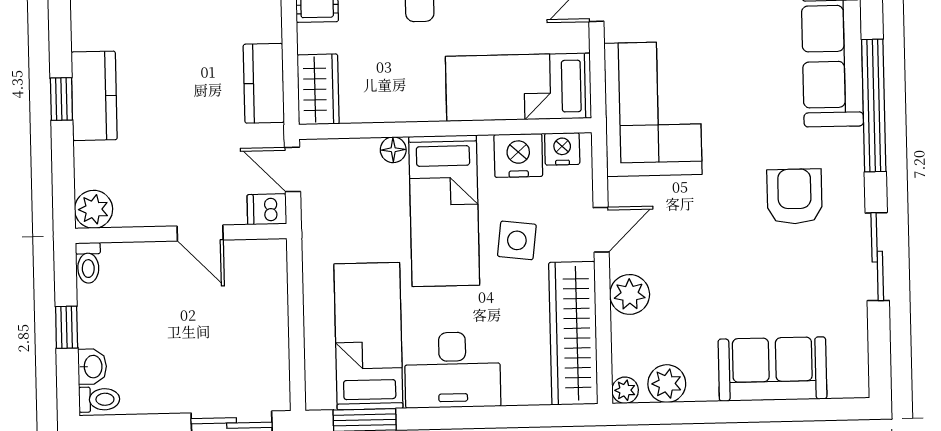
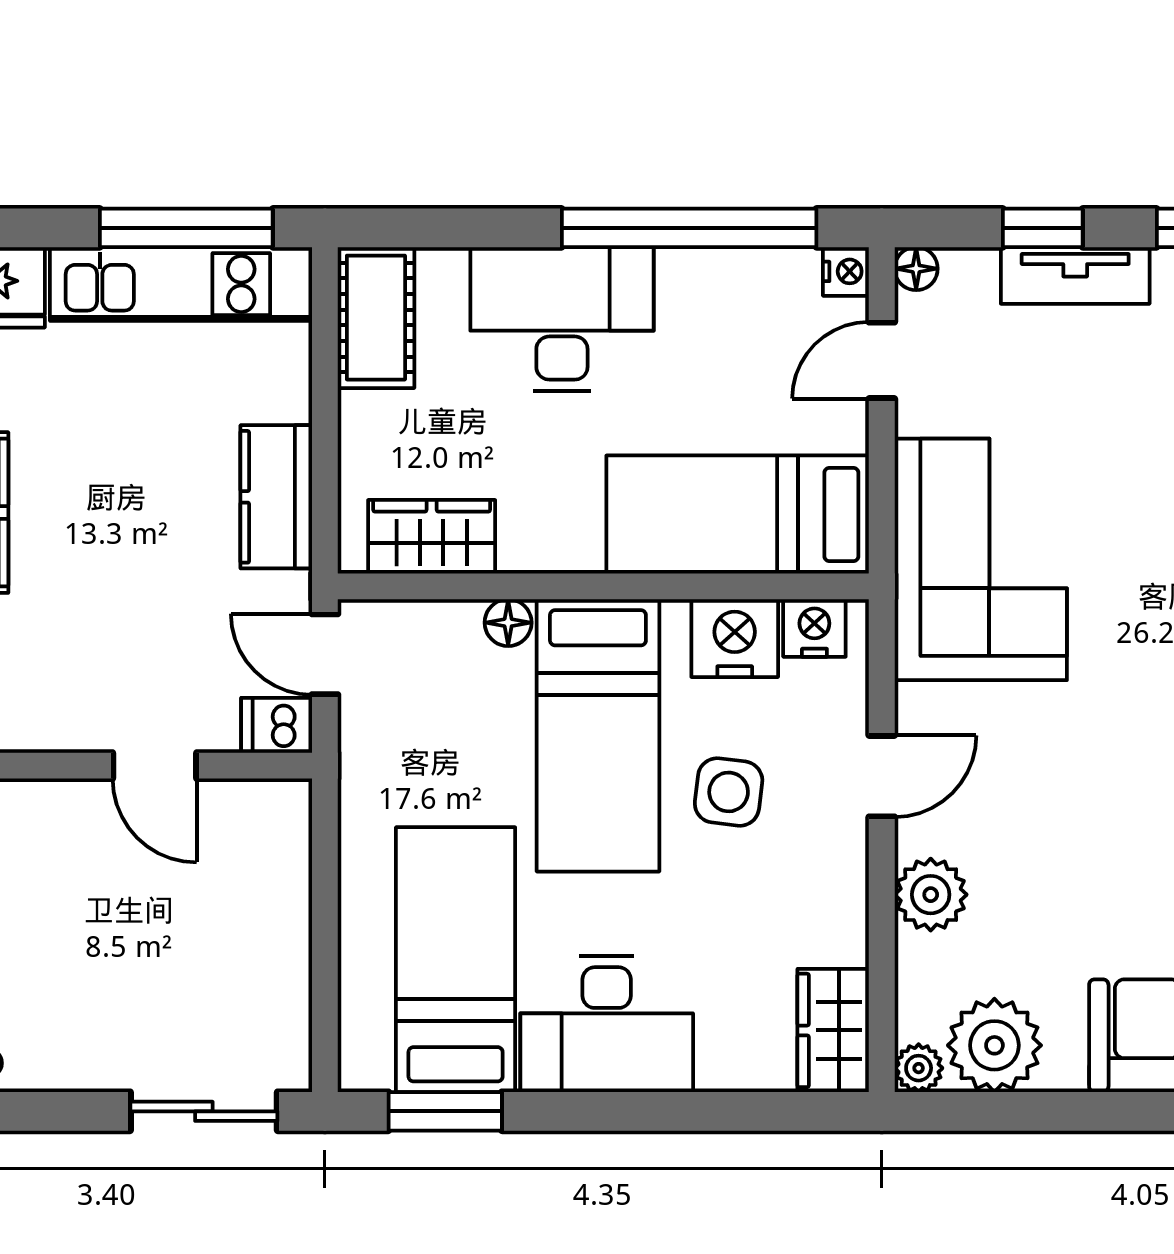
wardrobe: (318, 89) -> (432, 537), moved, turned -90
wardrobe: (573, 333) -> (833, 1030), width x0.48, depth x0.85
plant: (667, 384) -> (994, 1045), width x1.36, depth x1.36

